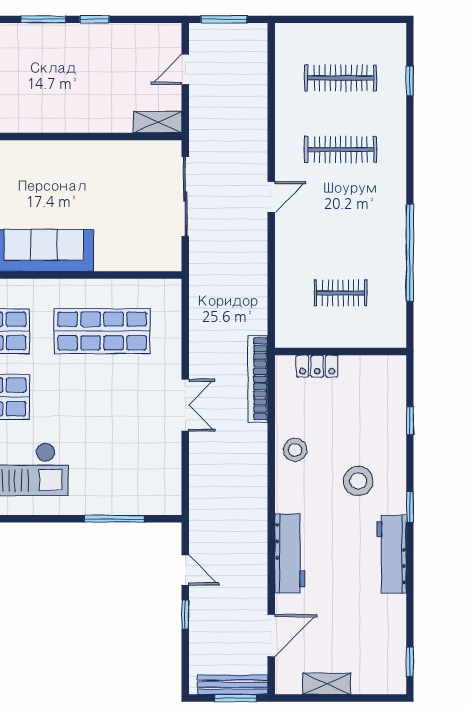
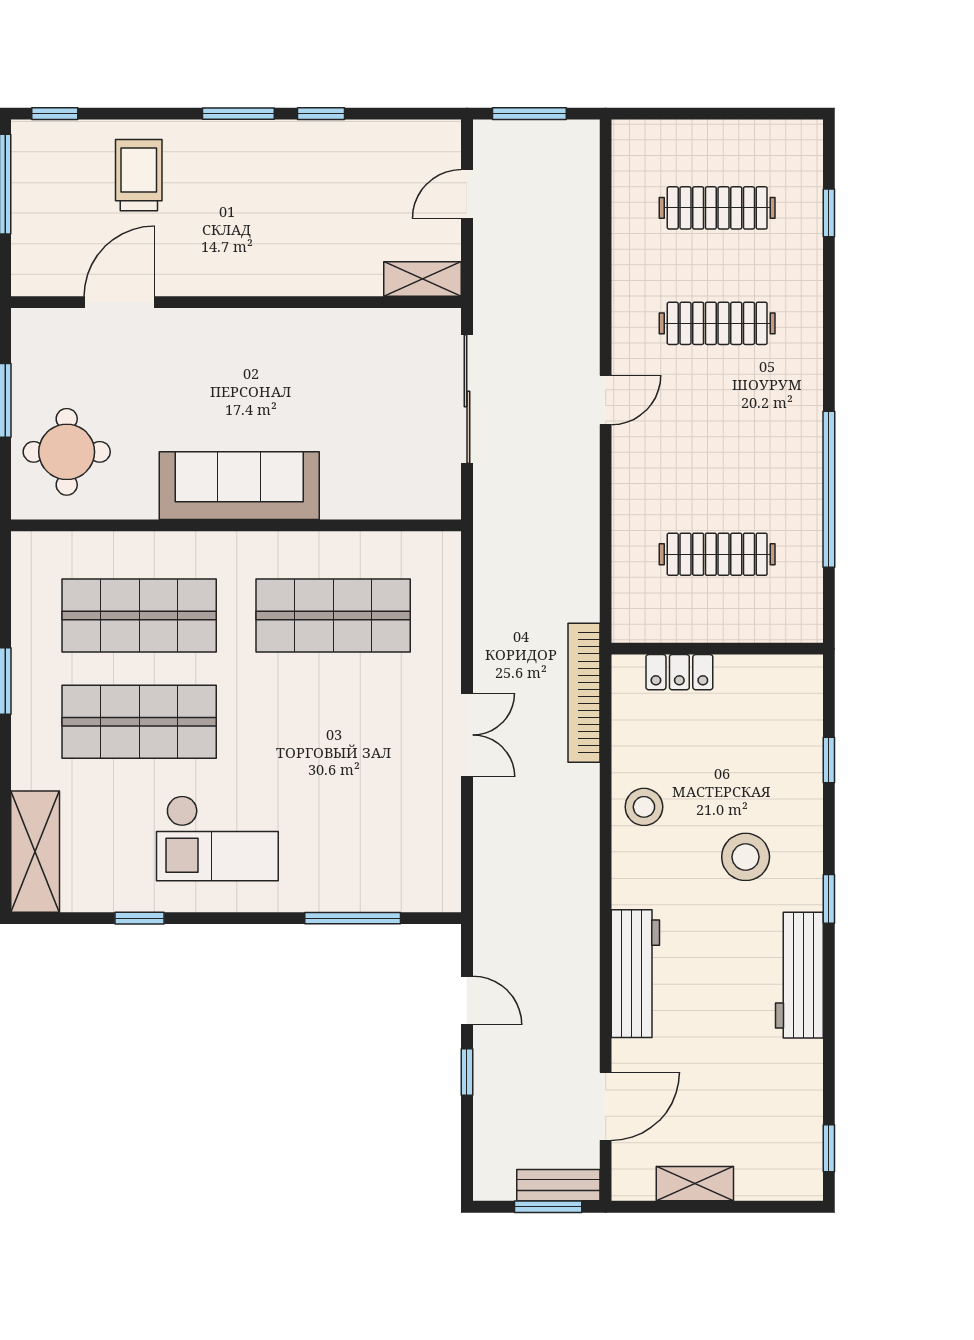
clothes rail: (341, 293) -> (717, 554), width x1.36
bench: (233, 685) -> (558, 1185), width x0.73

